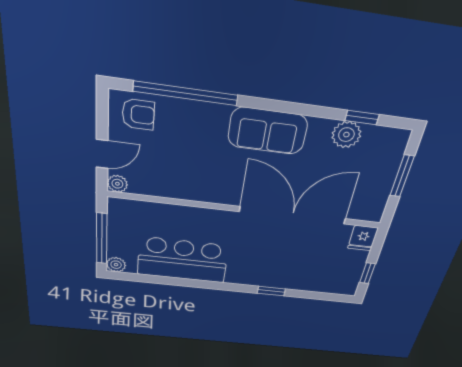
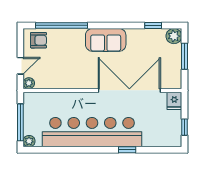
plant: (346, 135) -> (174, 36), moved
bar counter: (183, 260) -> (92, 132), width x1.86

